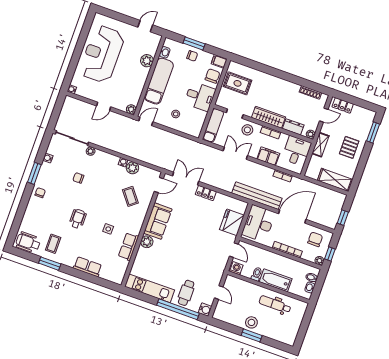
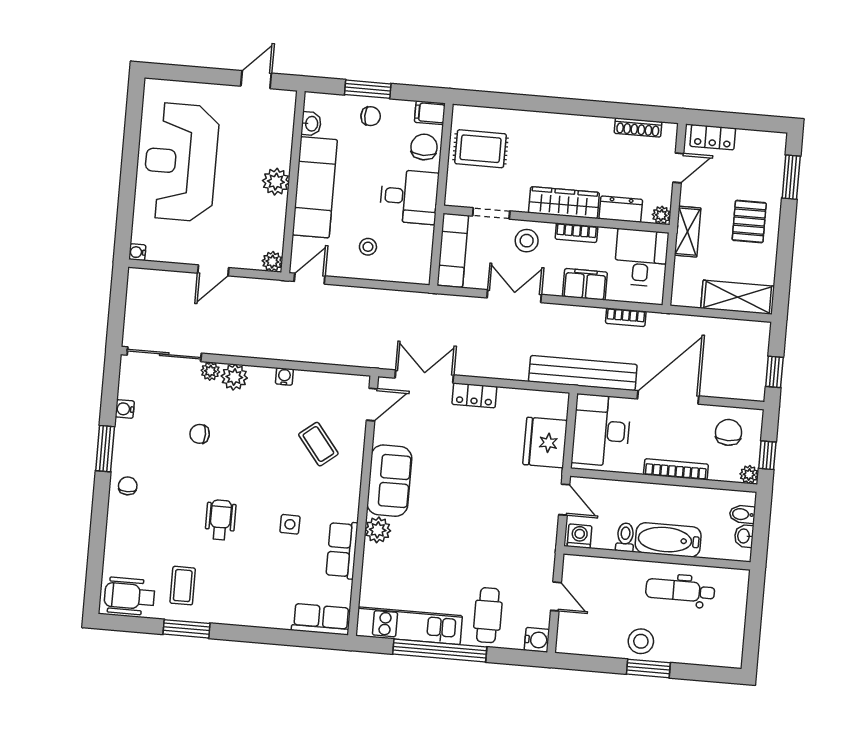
plant: (147, 61) -> (276, 182), moved
plant: (132, 168) -> (234, 377), moved
row of seats: (88, 267) -> (321, 619), moved
window: (178, 309) -> (440, 651), moved

